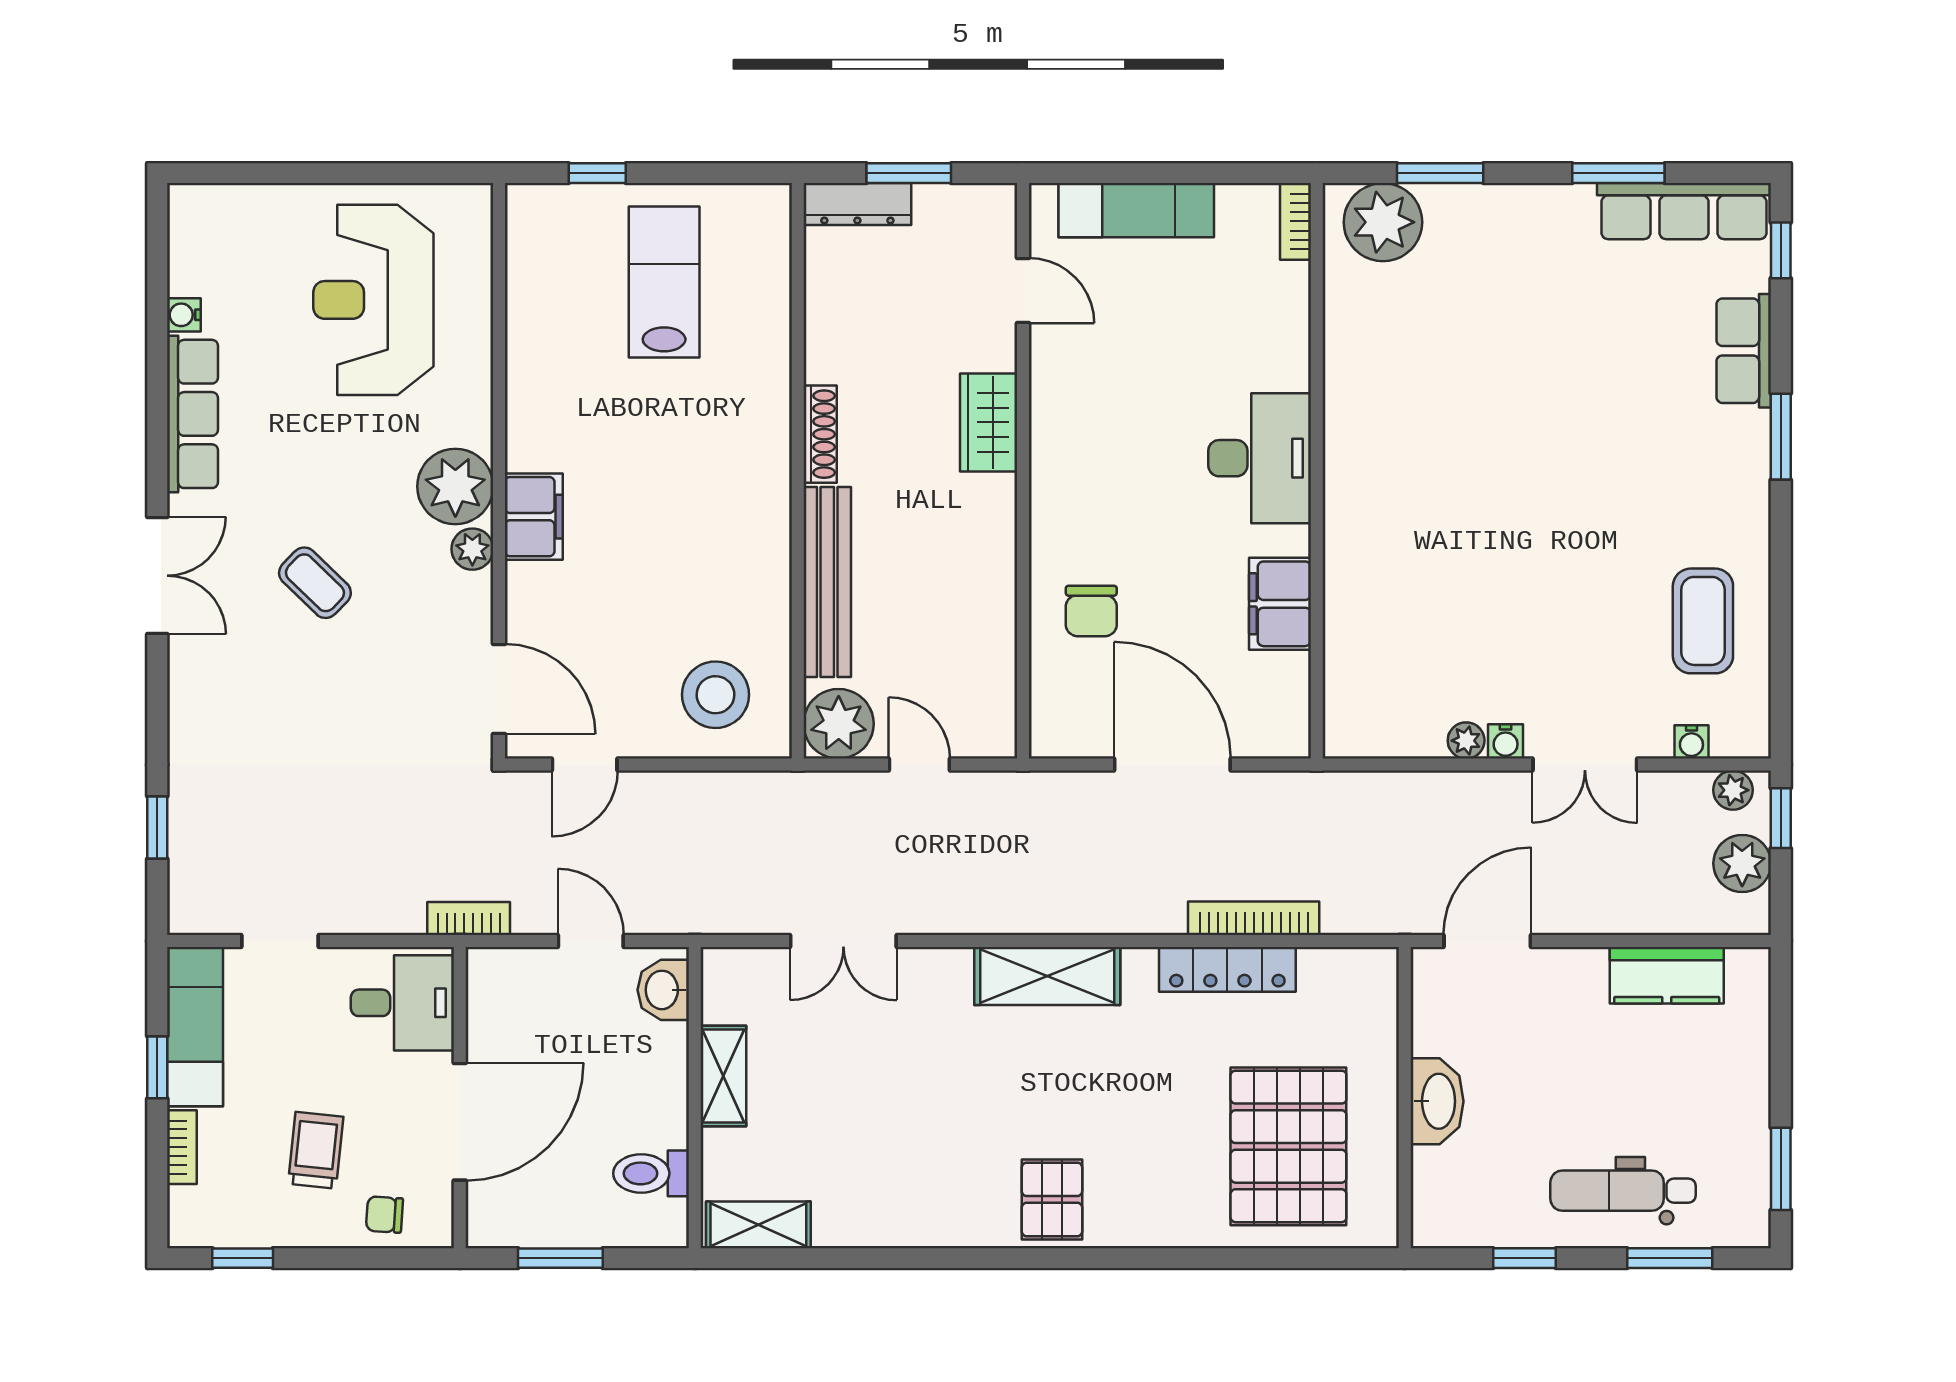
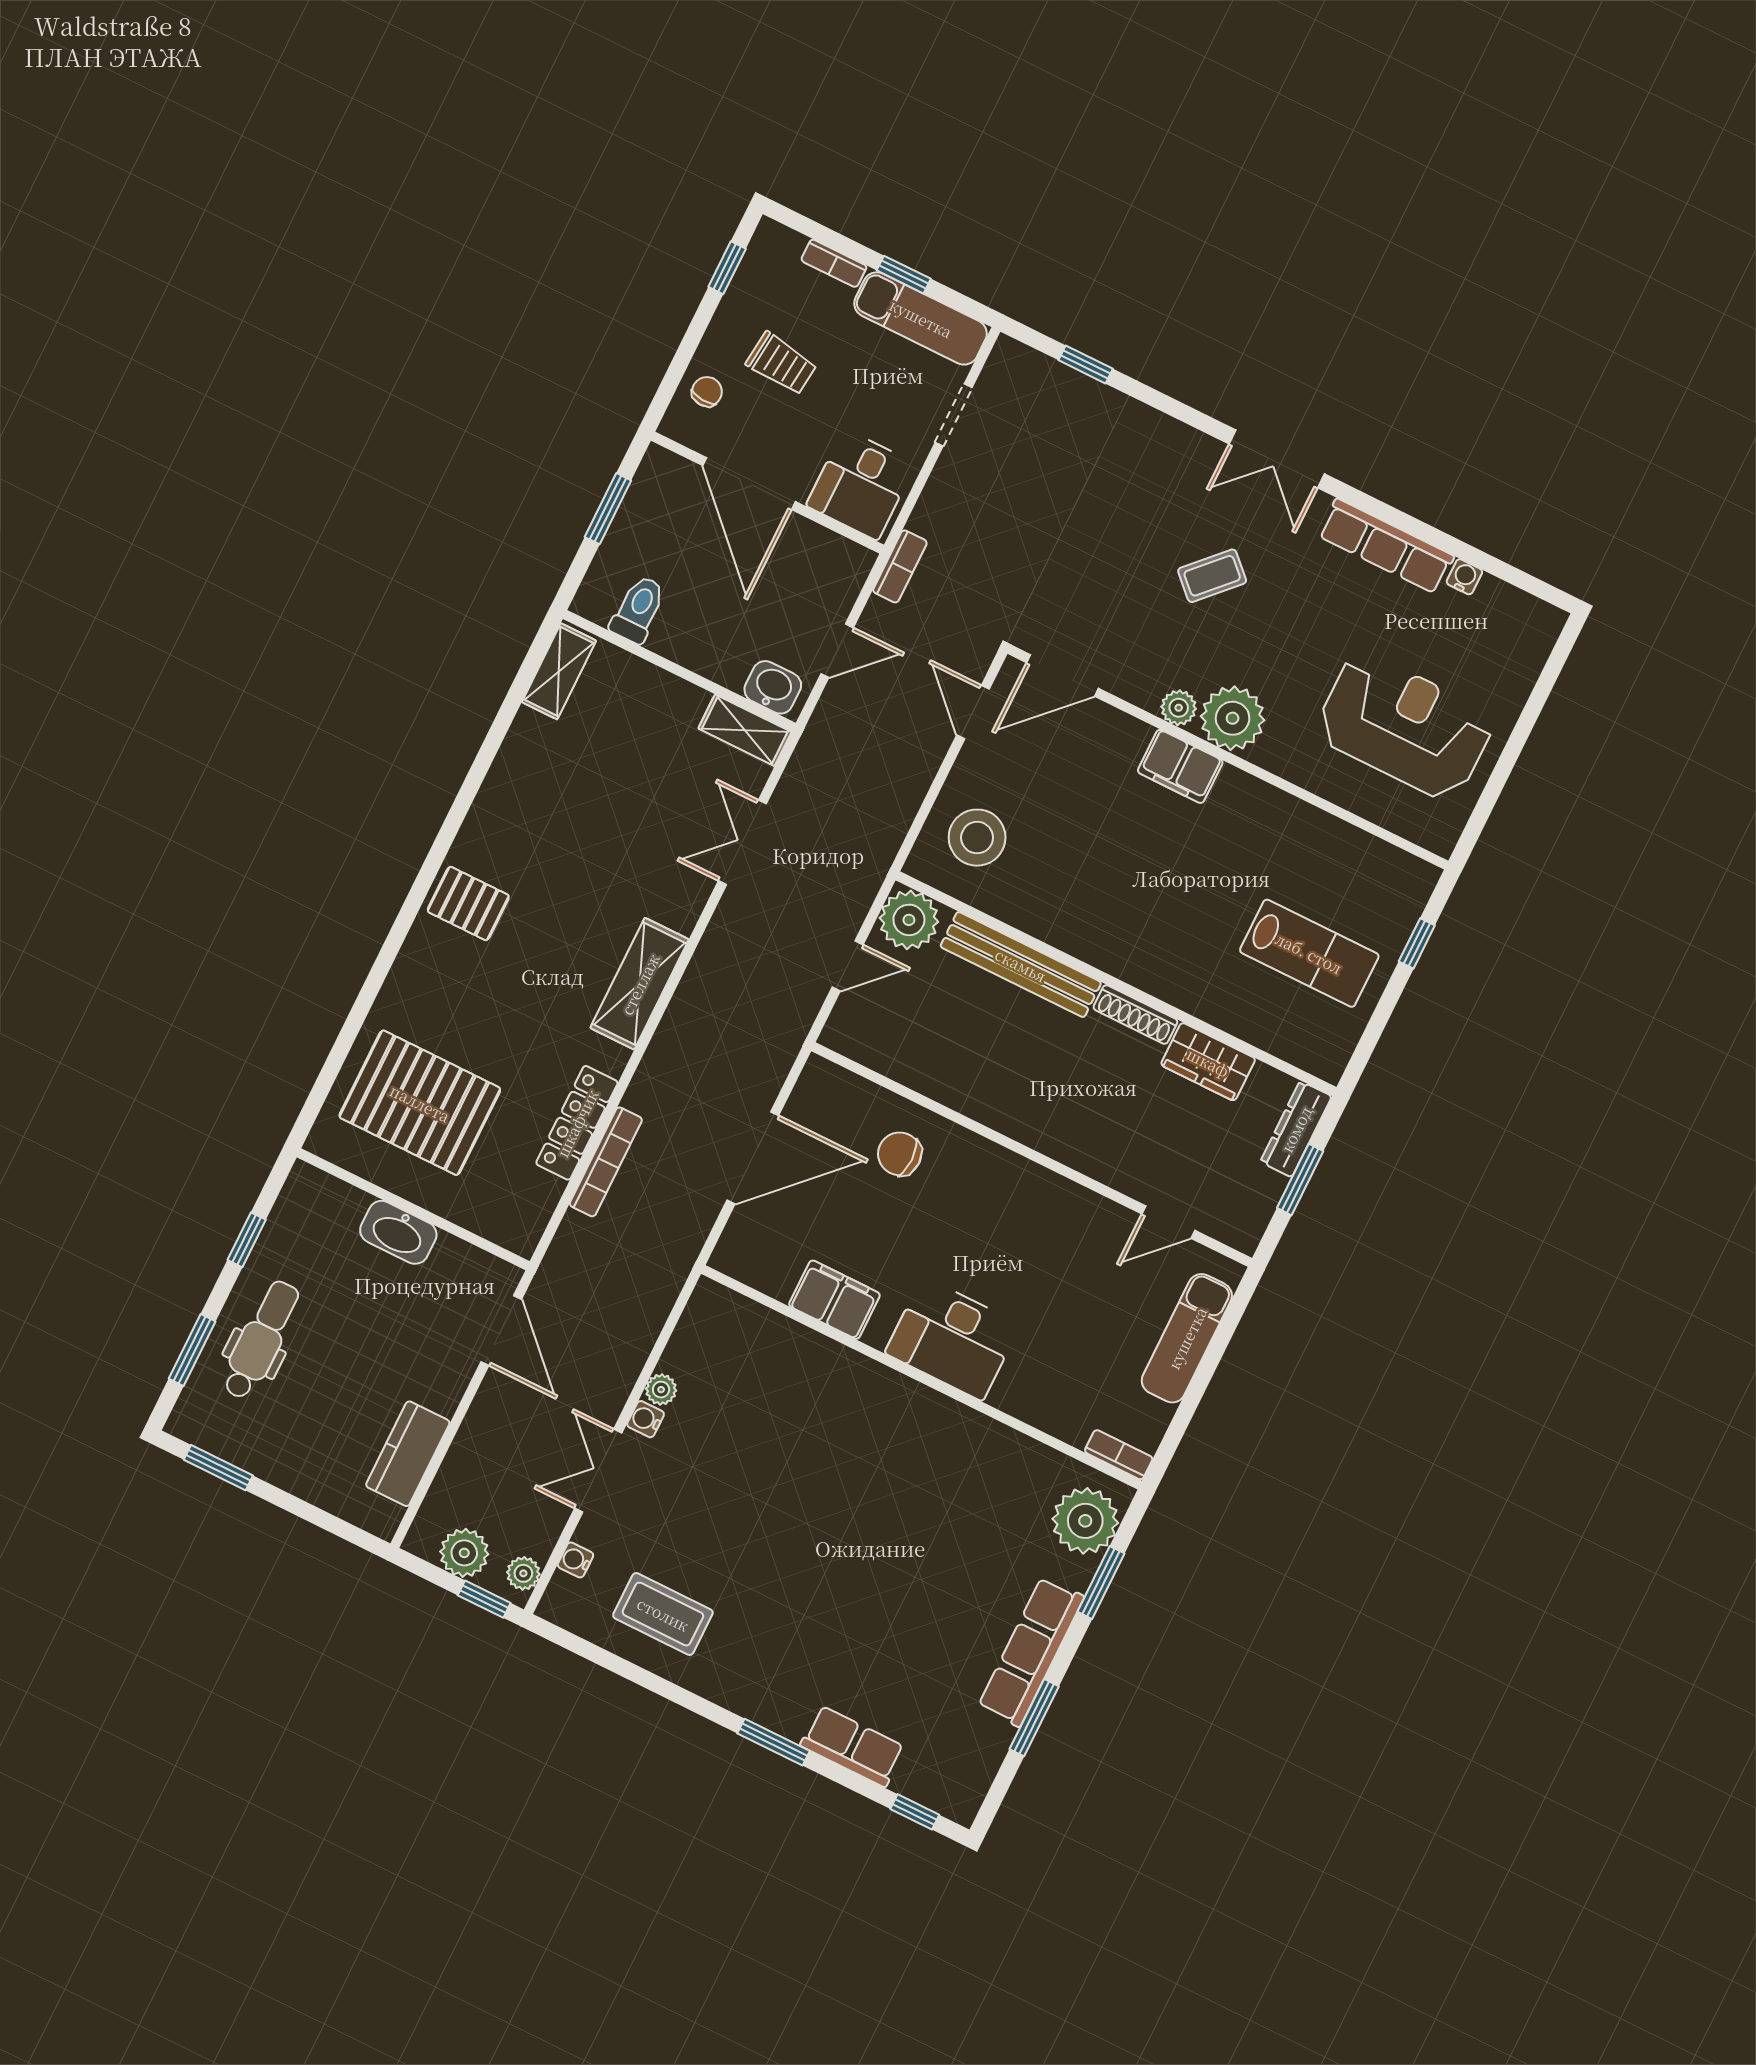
row of seats: (1684, 211) -> (1031, 1652), moved
wardrobe: (989, 422) -> (1208, 1062), moved, turned 180
shelving: (723, 1076) -> (745, 730), moved

